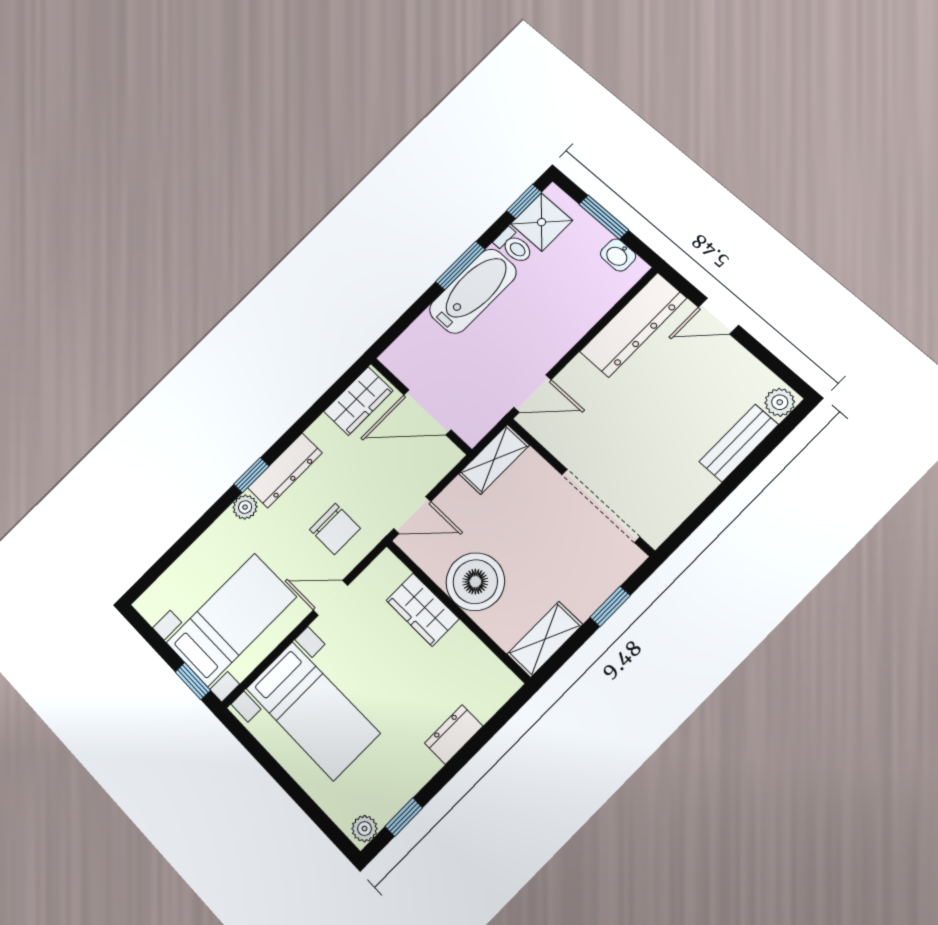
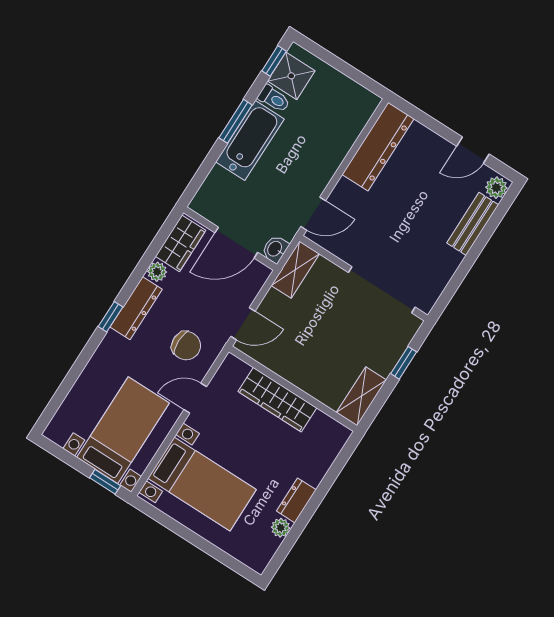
window: (604, 217) -> (338, 64), removed
washbasin: (618, 255) -> (275, 249), moved, turned 90
door: (718, 316) -> (473, 150), moved
plant: (245, 507) -> (157, 272), moved
boiler: (475, 582) -> (301, 364), removed
wardrobe: (423, 610) -> (277, 400), width x1.50
dresser: (454, 735) -> (296, 500), moved
window: (404, 817) -> (287, 545), removed
plant: (364, 829) -> (281, 528), moved

